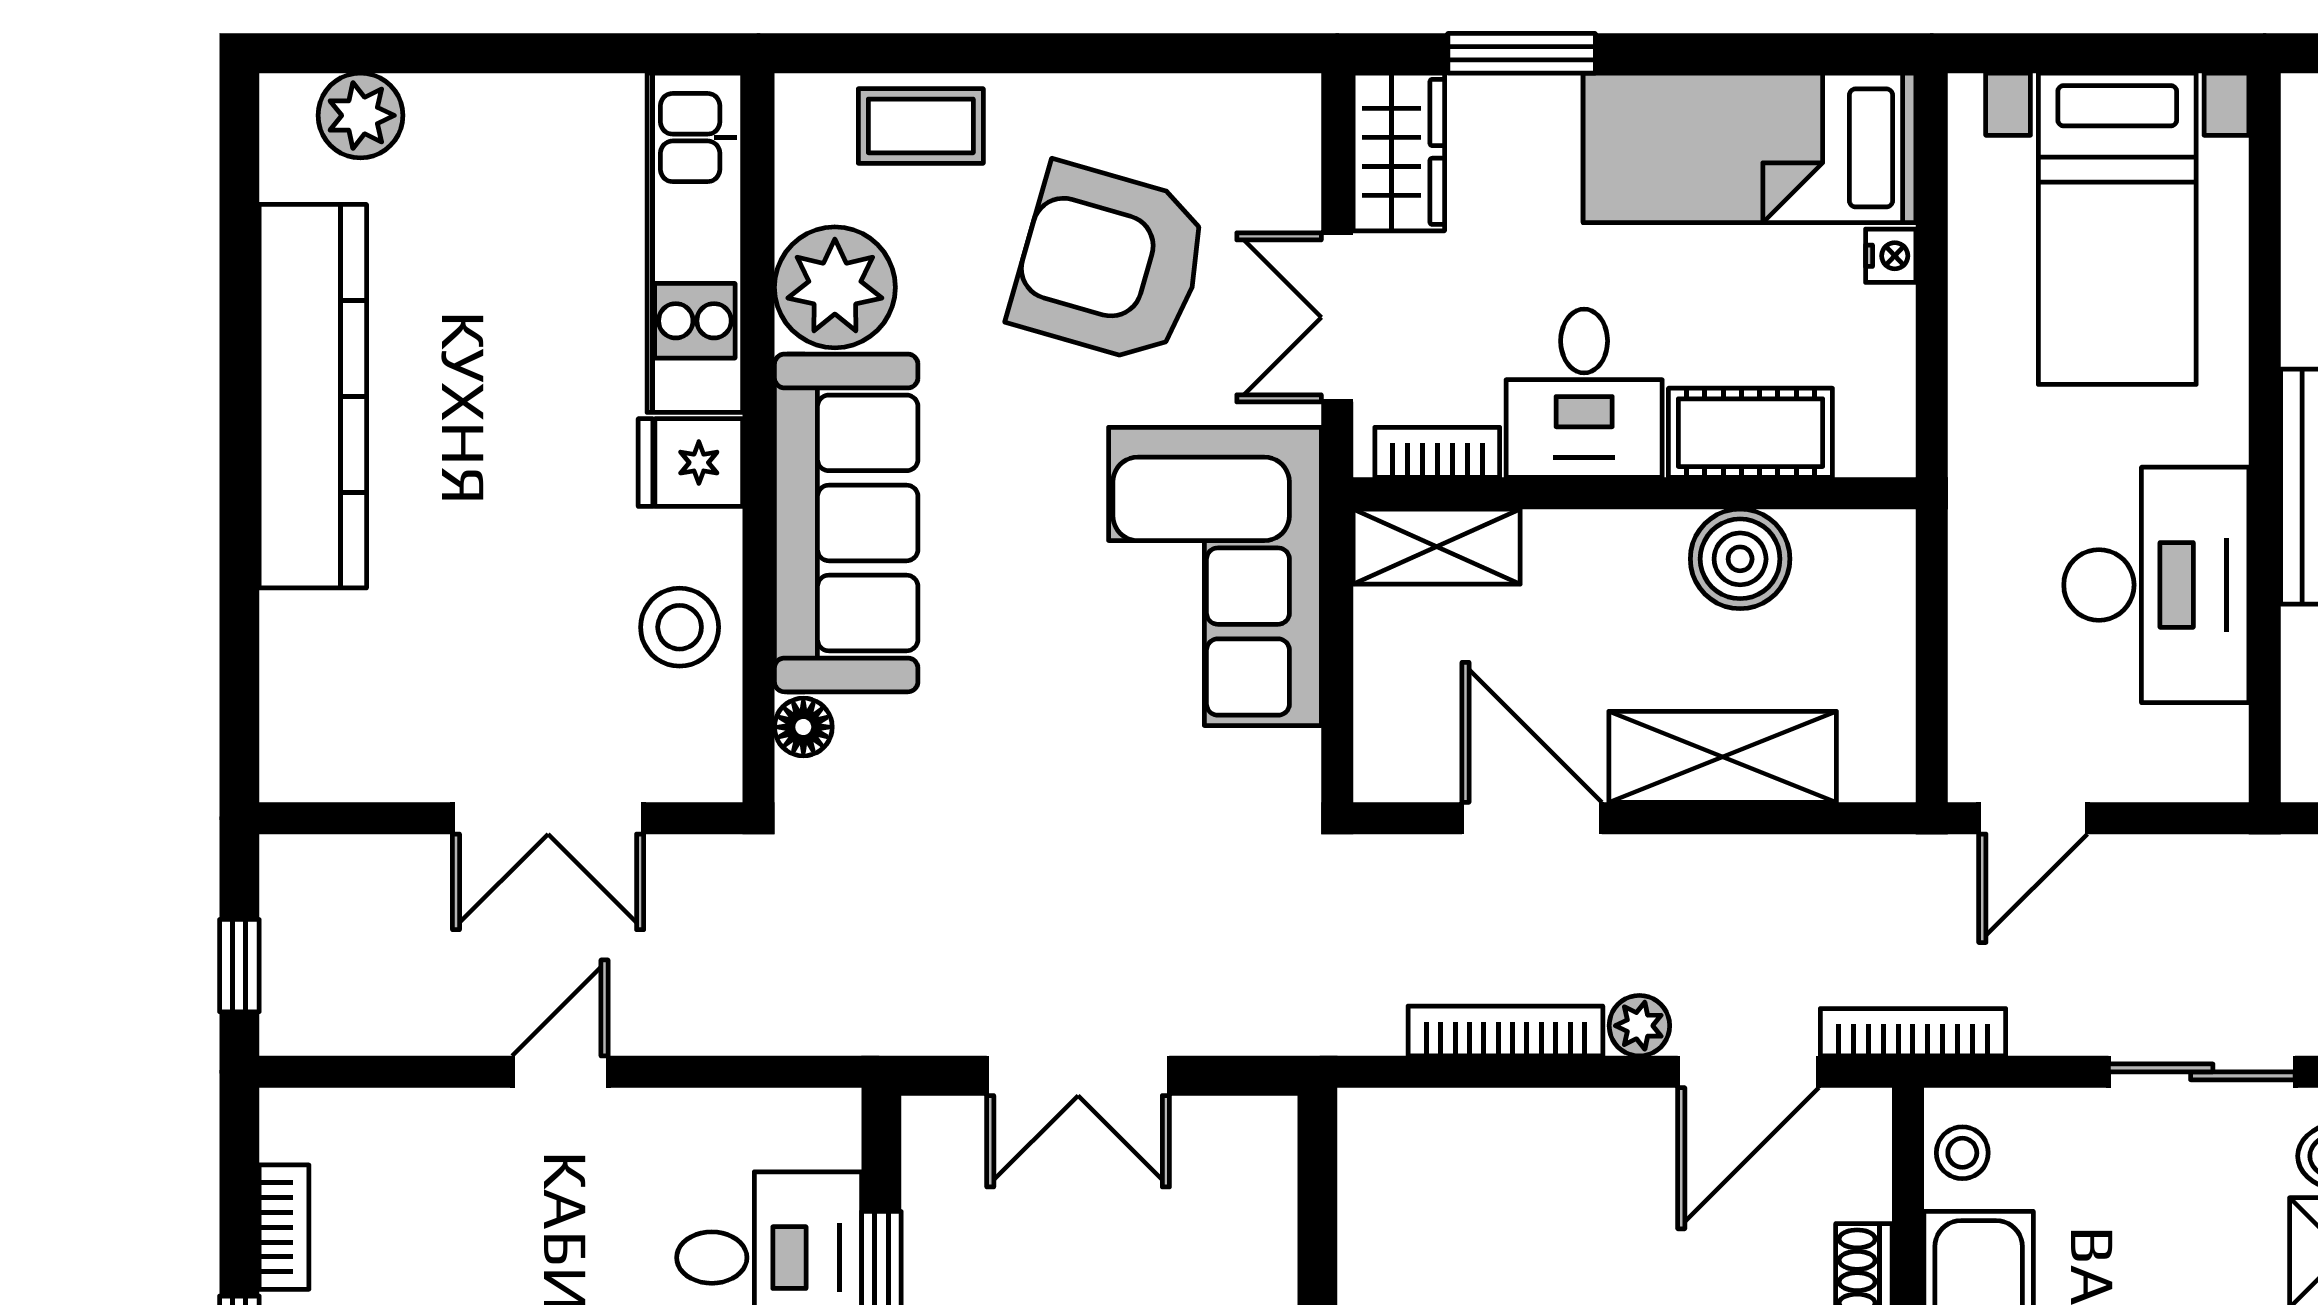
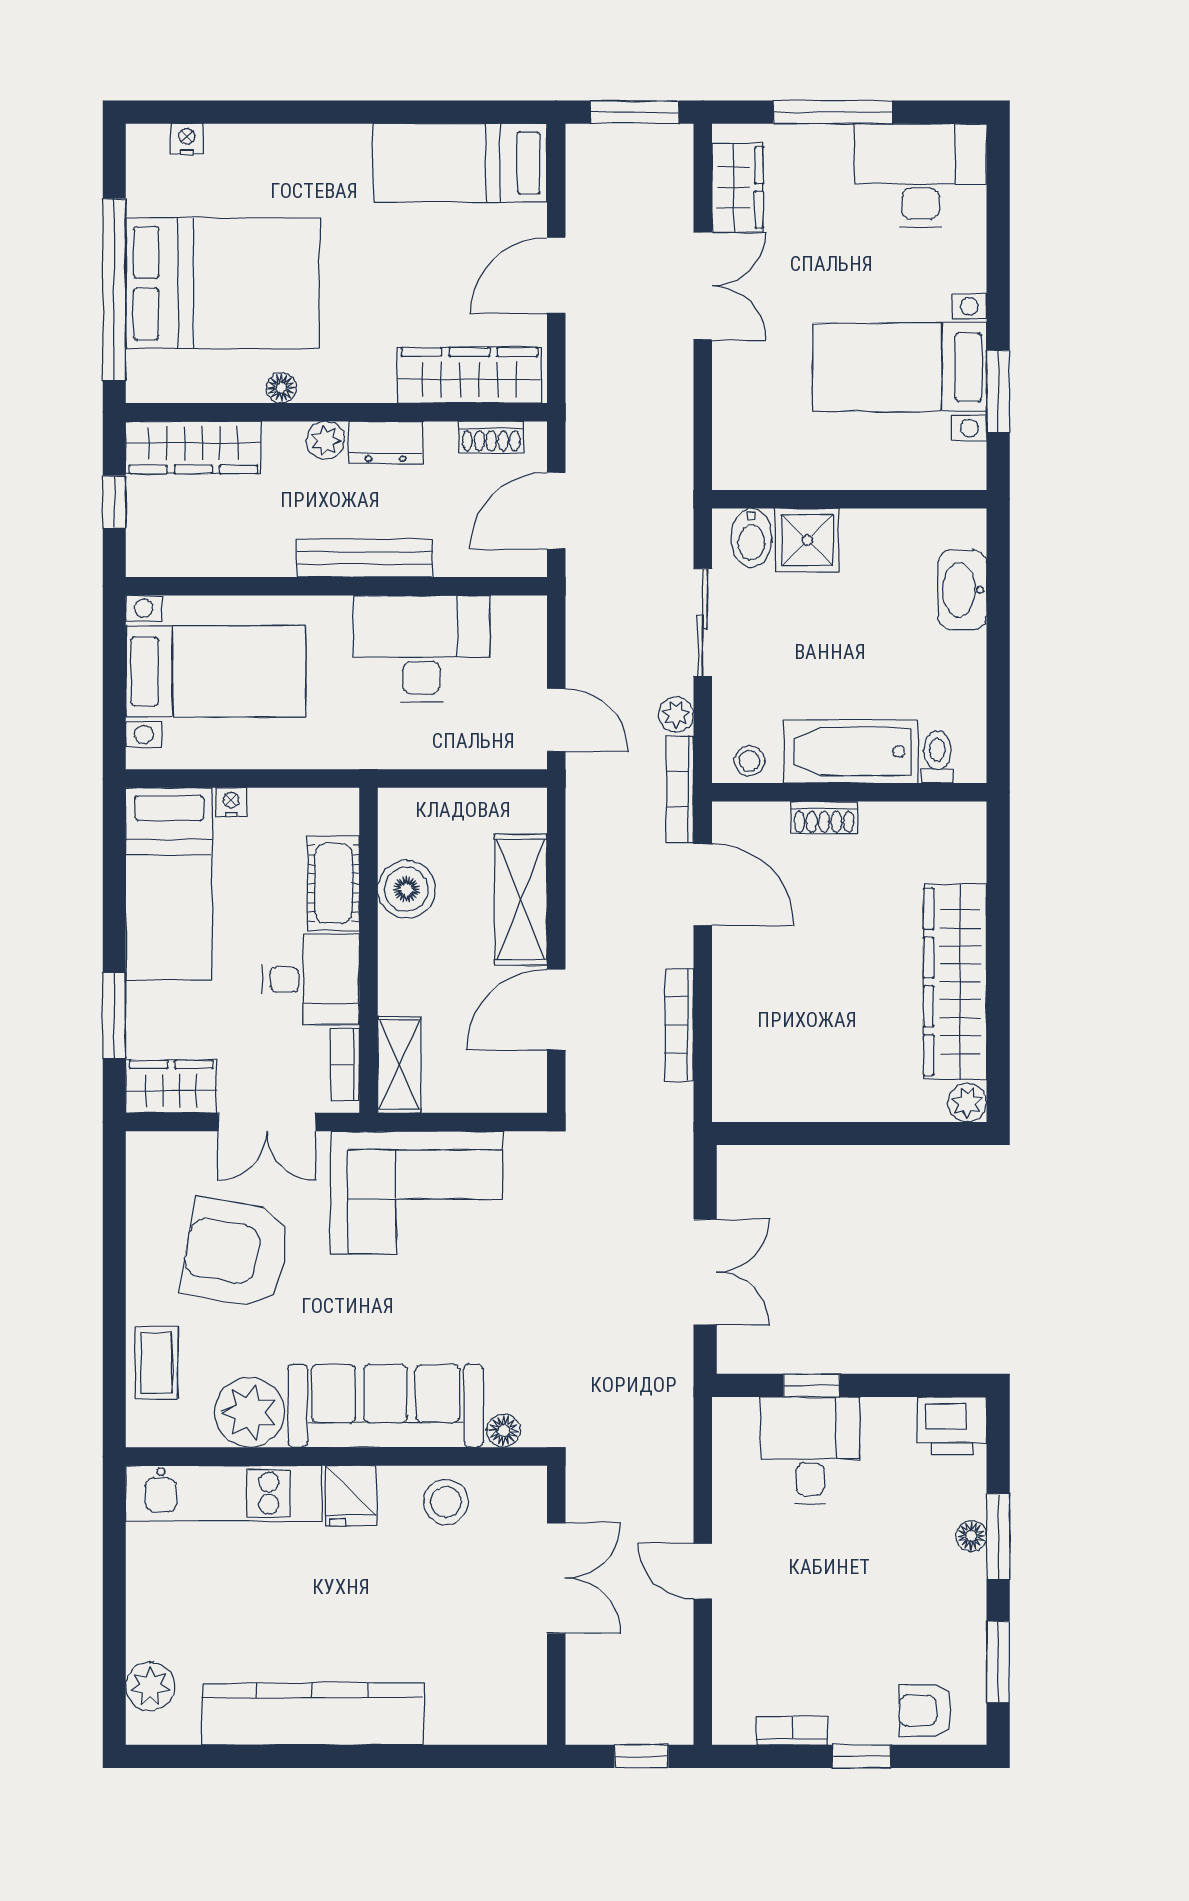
armchair: (1110, 264) -> (236, 1253), turned 84
plant: (1639, 1026) -> (676, 715), moved

